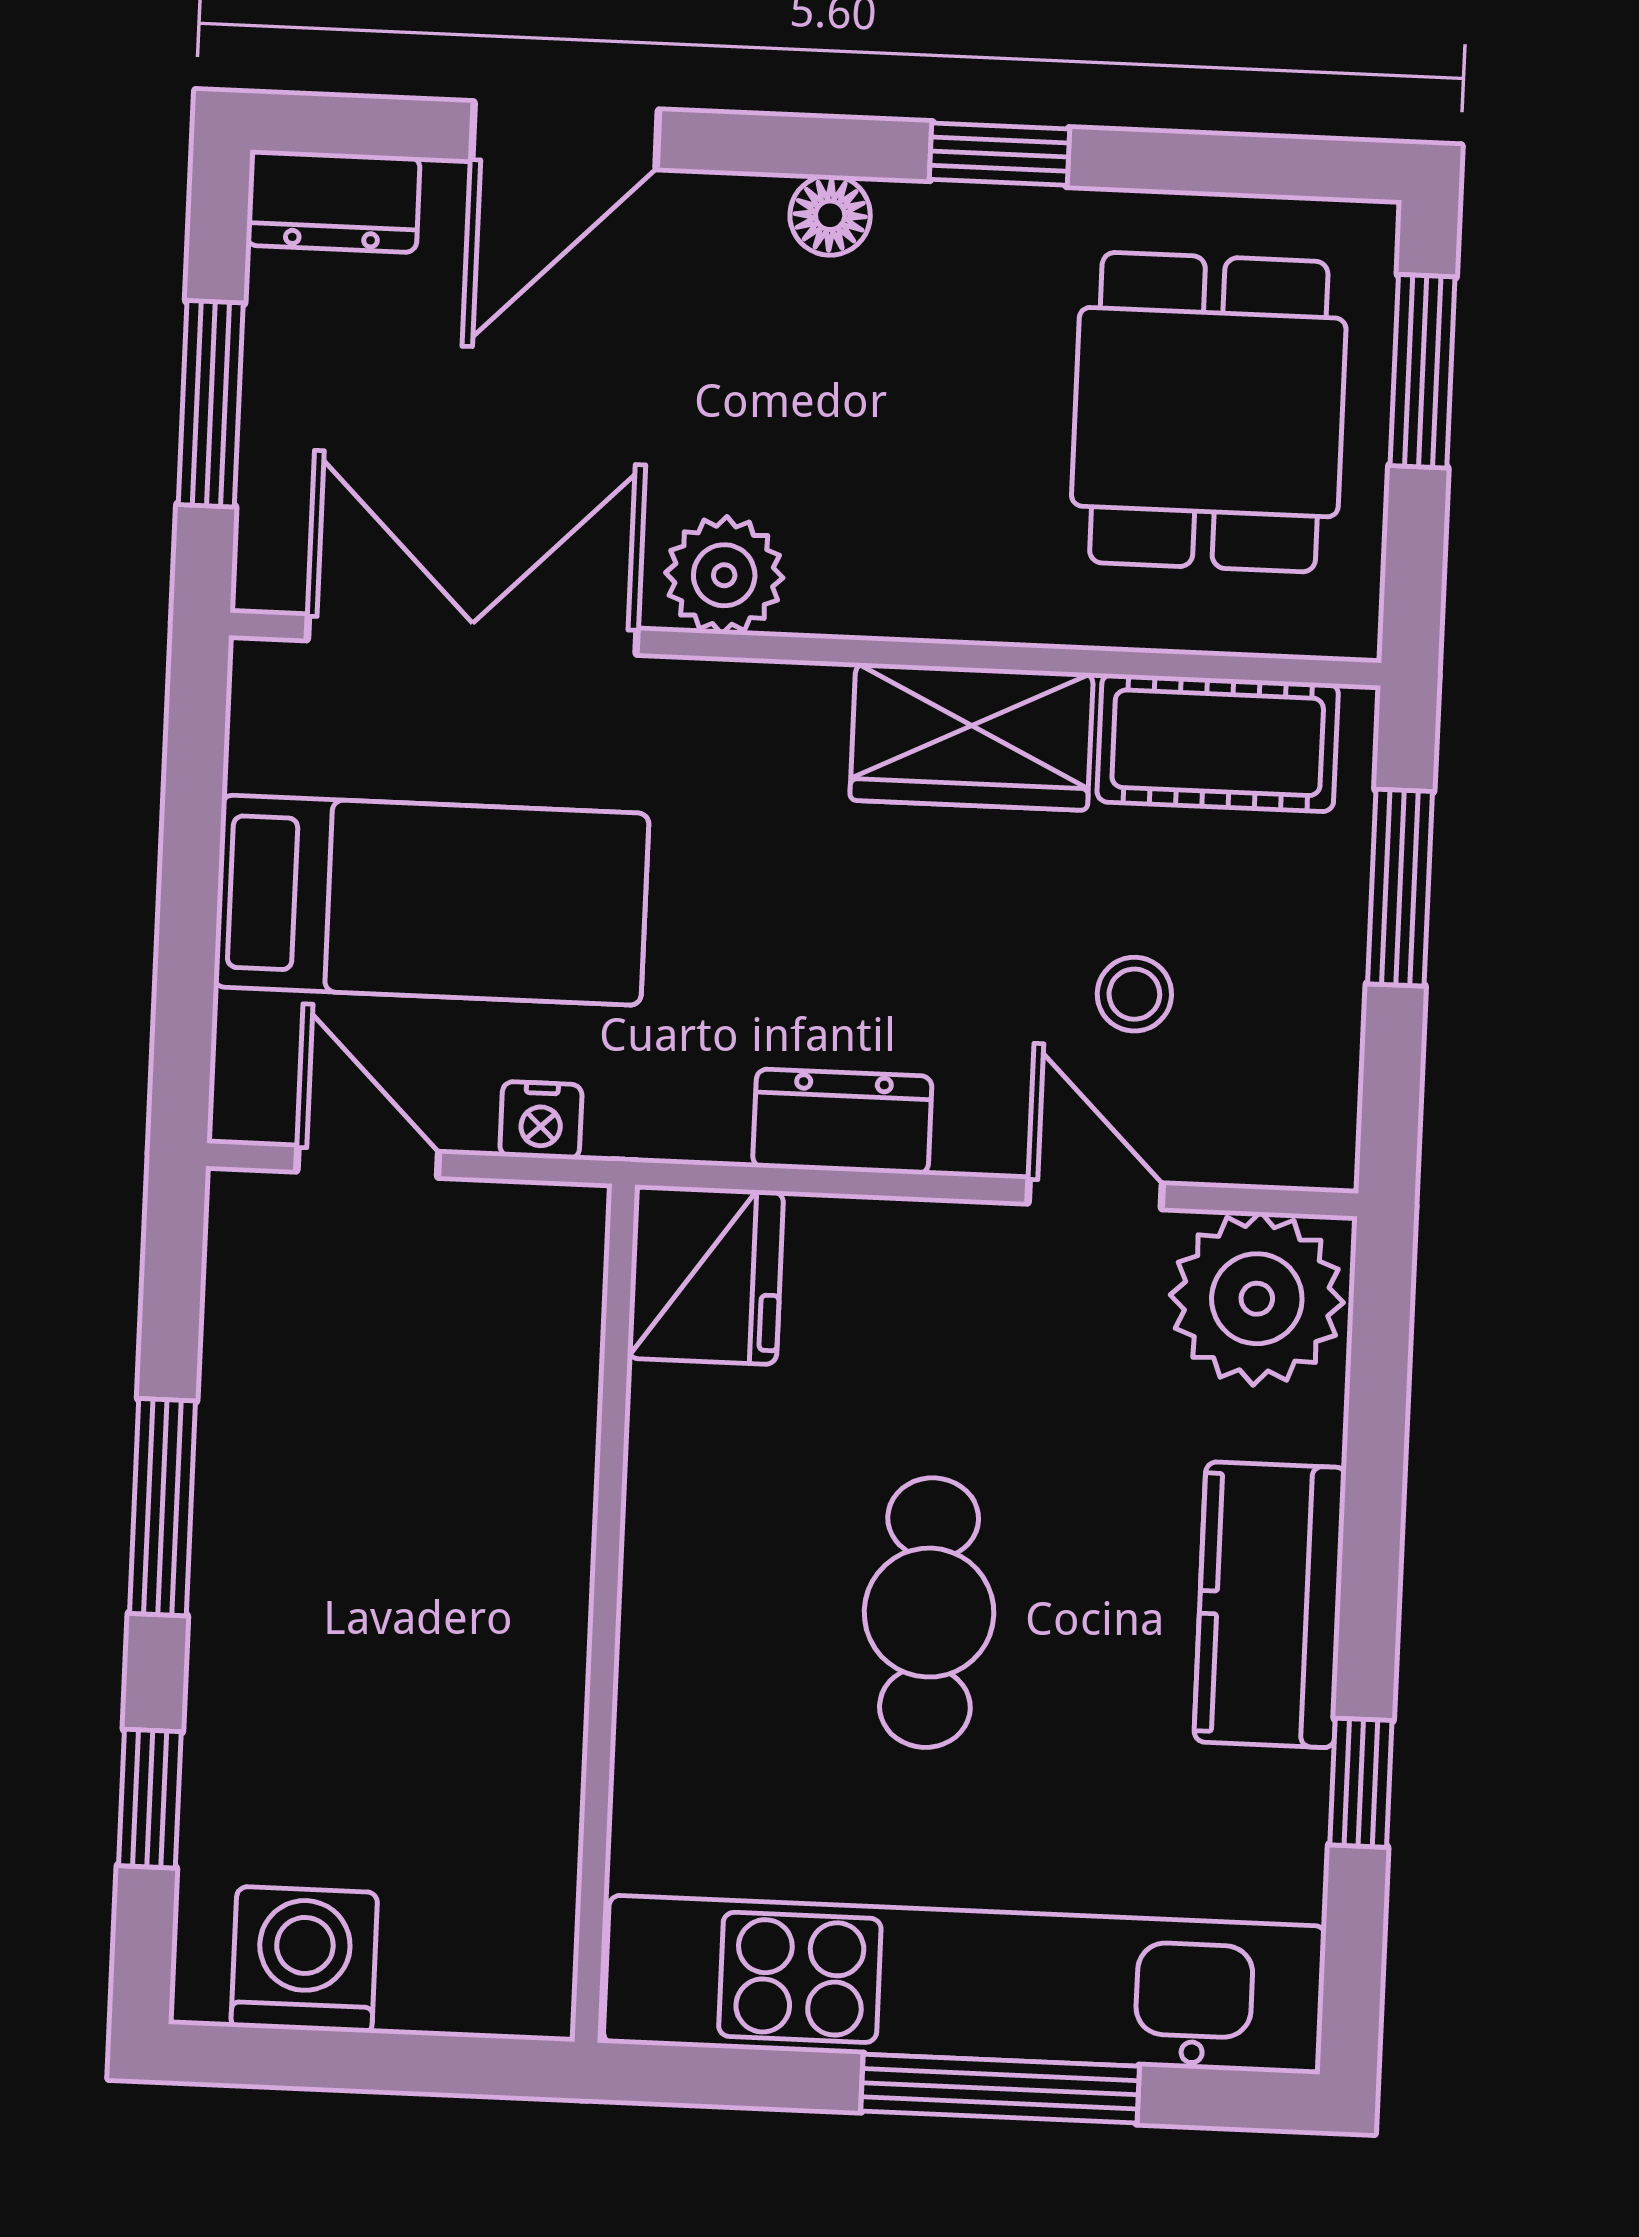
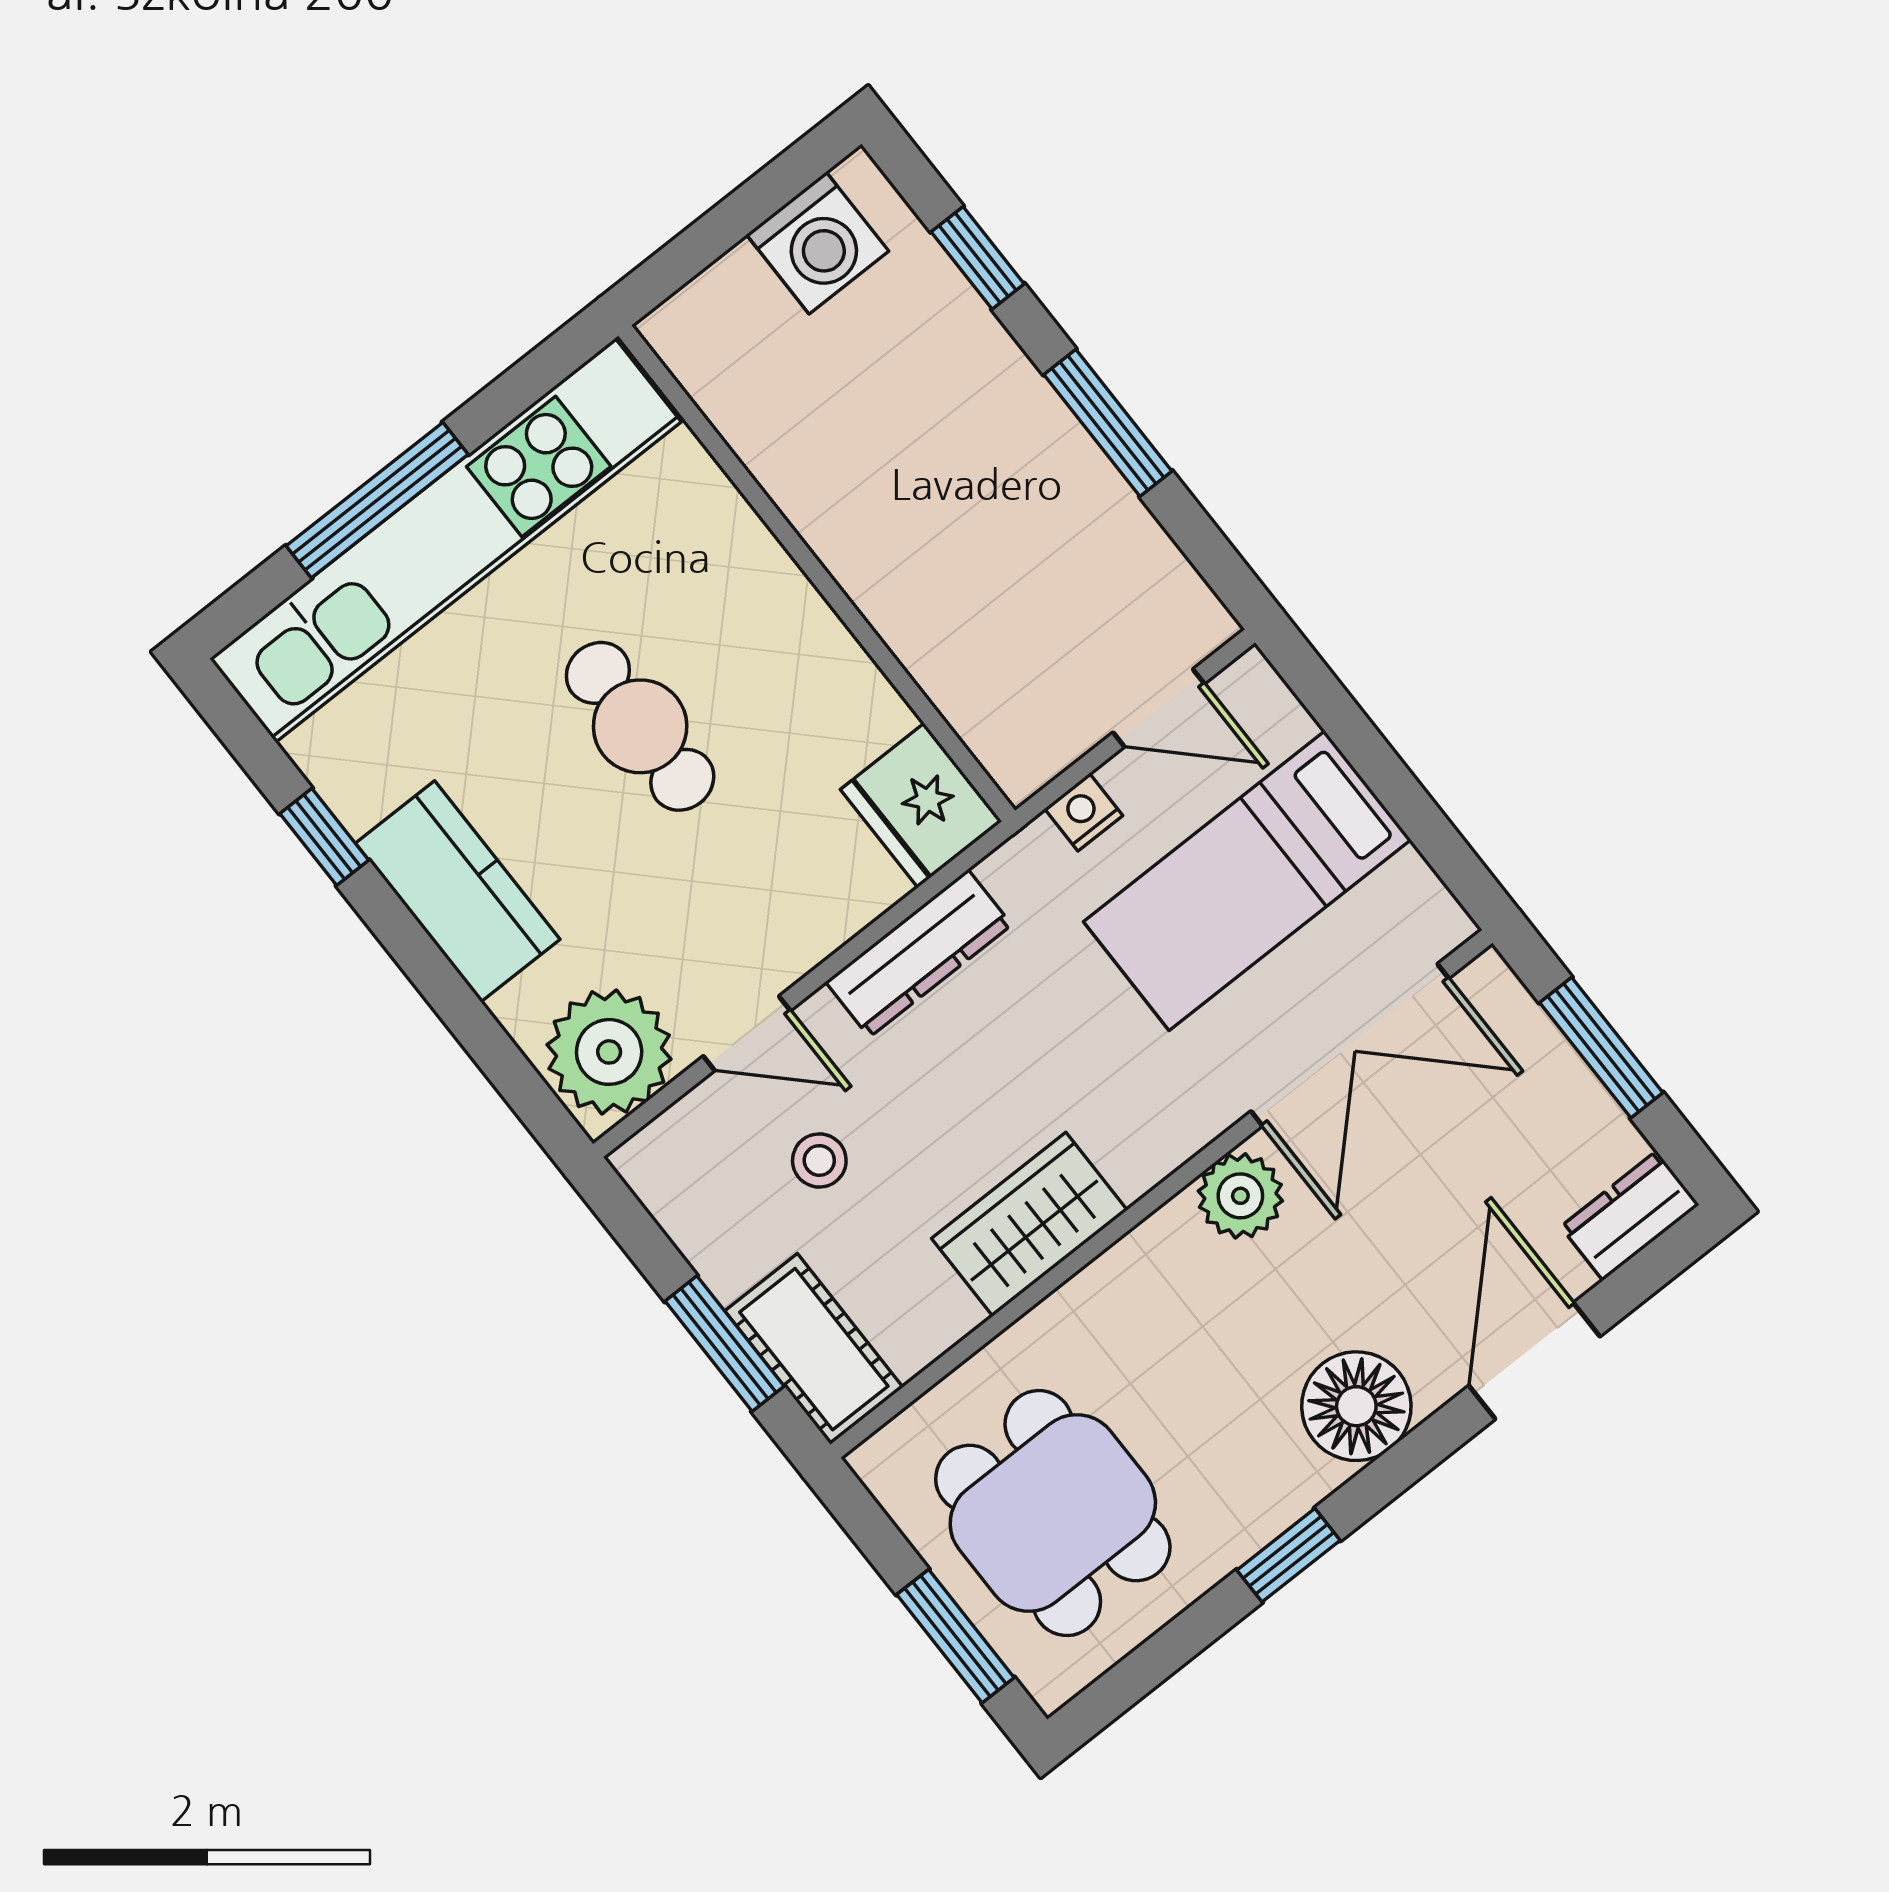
floor lamp: (830, 215) -> (1356, 1406), width x1.89, depth x1.89
cot: (1218, 743) -> (814, 1349), moved, turned 90
dresser: (842, 1122) -> (919, 953), width x1.44

